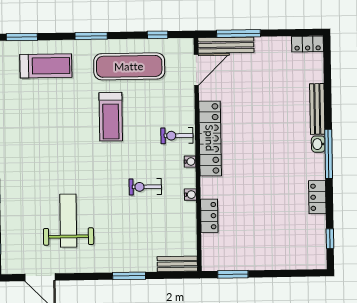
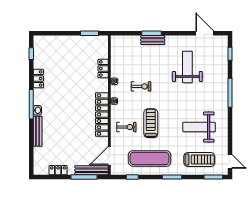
locker: (308, 44) -> (58, 170), moved
treadmill: (46, 66) -> (199, 160), turned 180
treadmill: (111, 117) -> (151, 123), moved
weight bench: (47, 120) -> (199, 127), added
exercise bike: (177, 136) -> (126, 127), moved
weight bench: (68, 221) -> (187, 67), turned 180
bench: (177, 264) -> (153, 40), moved

